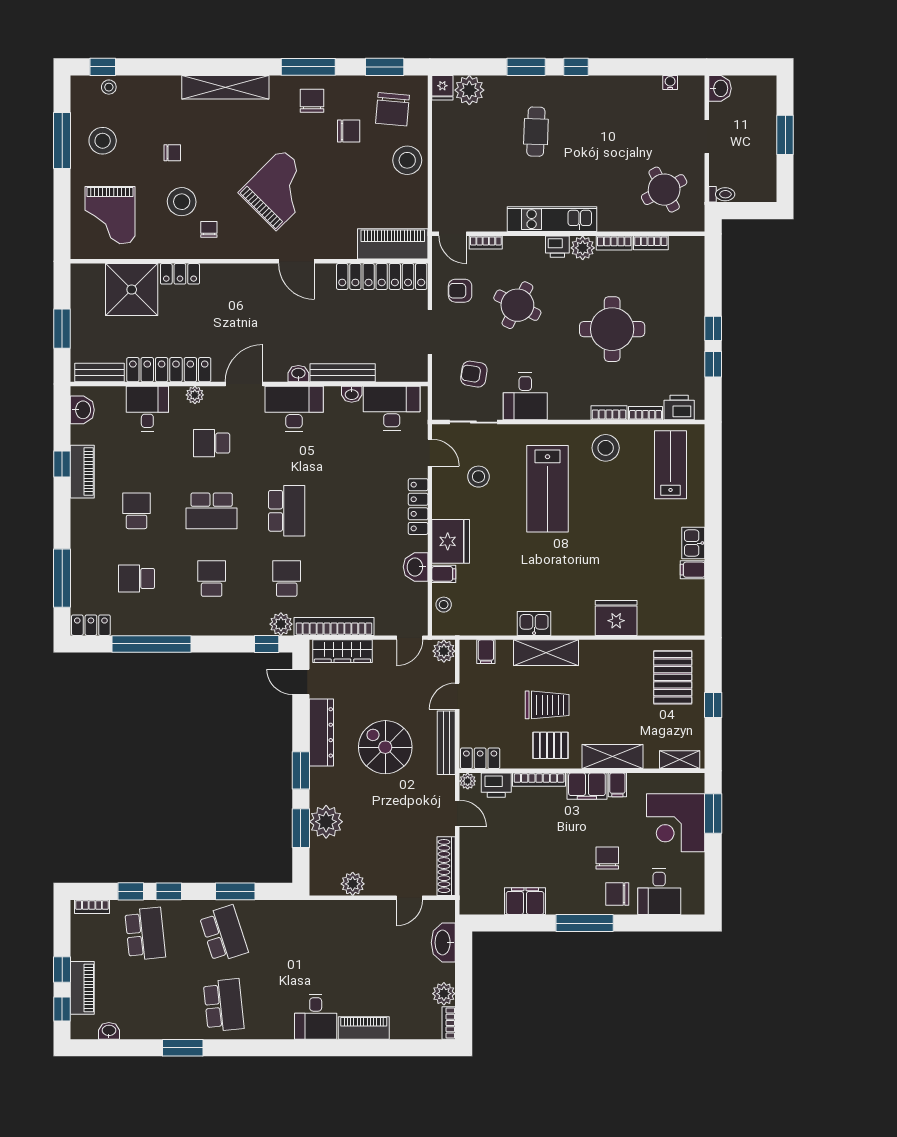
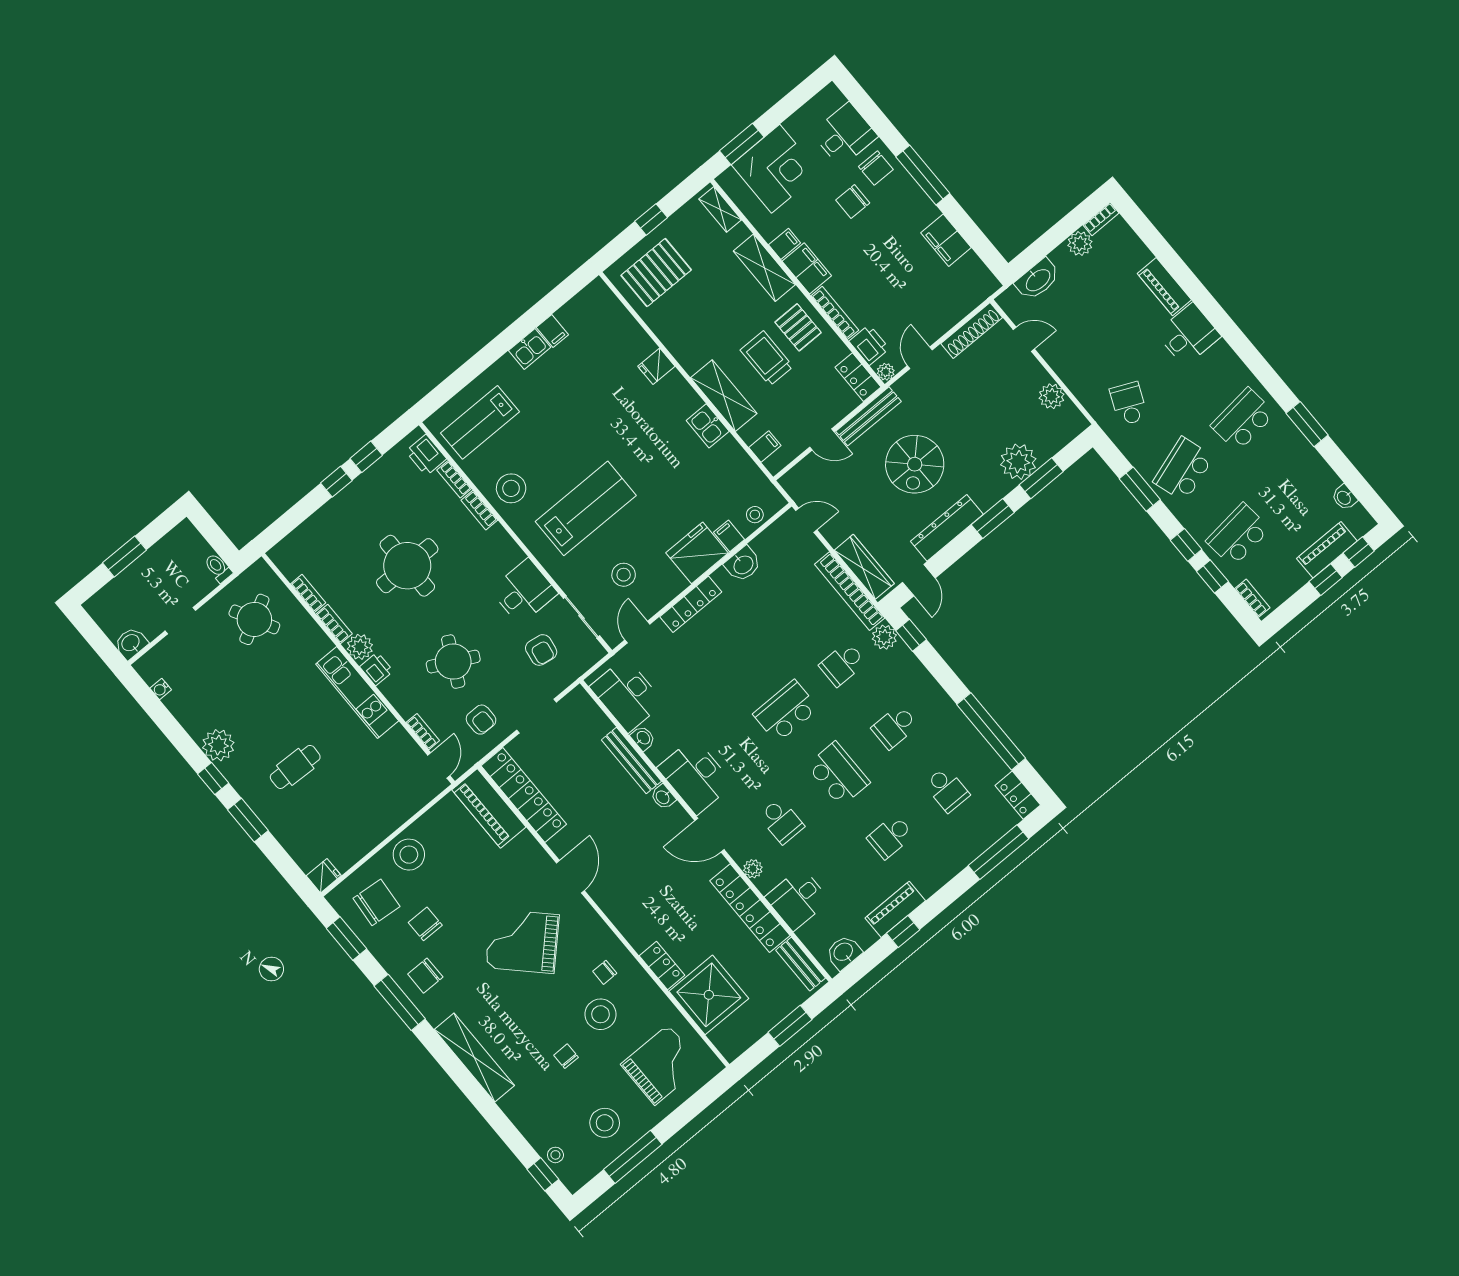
plant: (469, 90) -> (218, 745), moved
fridge: (616, 618) -> (656, 366), width x0.53, depth x0.75
plant: (444, 651) -> (794, 482), removed
school desk: (302, 934) -> (1129, 404), added

